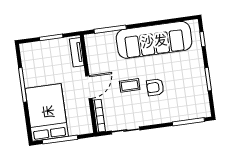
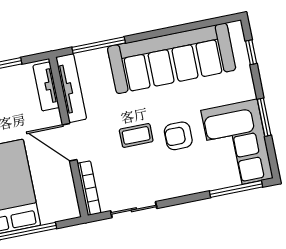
tv unit: (92, 54) -> (71, 88), added
door: (89, 87) -> (70, 142), swing flipped
corner sofa: (191, 95) -> (237, 144), added

